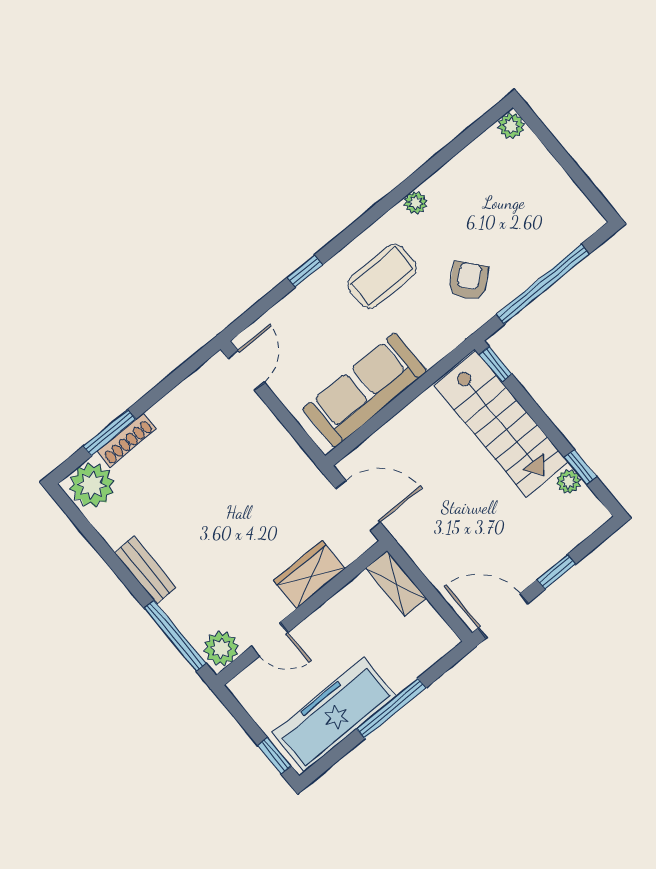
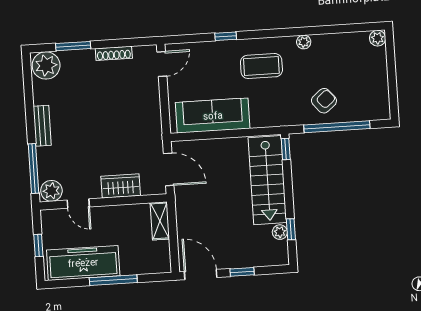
armchair: (469, 281) -> (324, 101), moved
shoe rack: (127, 440) -> (114, 53), moved
window: (274, 756) -> (38, 246), moved

